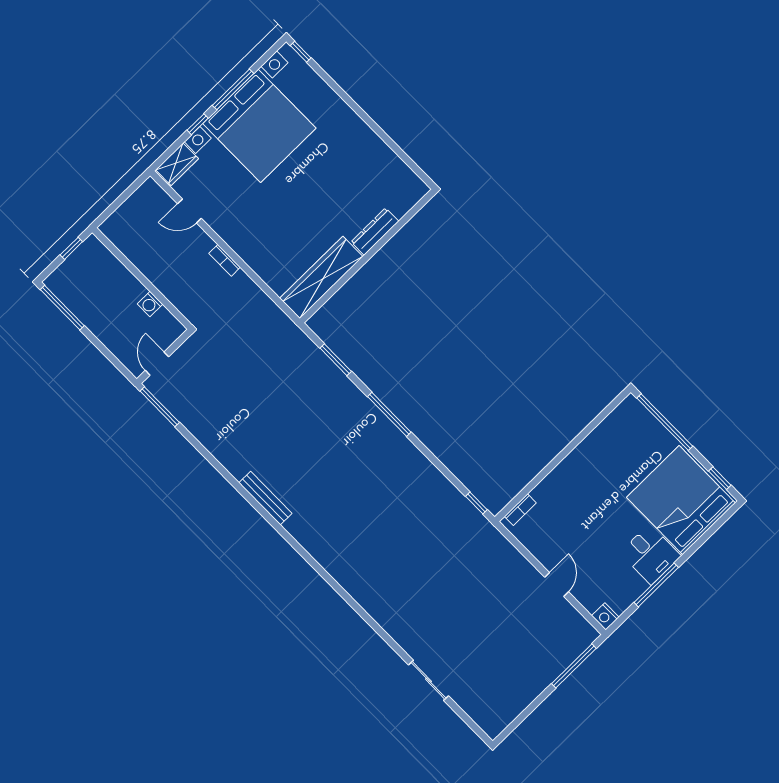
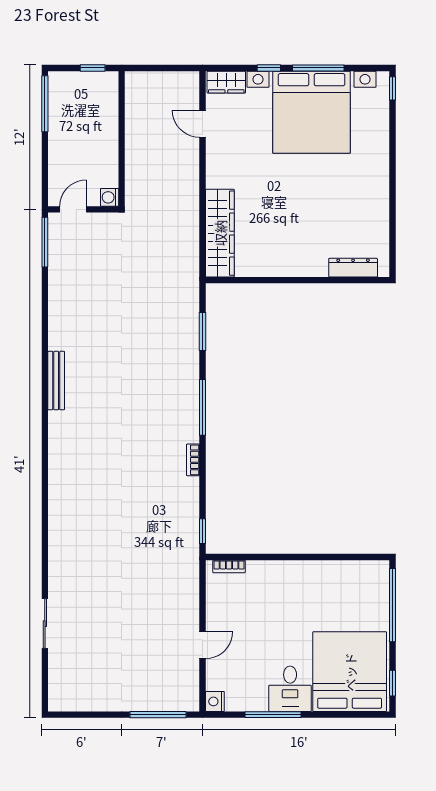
dresser: (375, 232) -> (353, 268), moved
bookcase: (225, 260) -> (193, 460), moved
wardrobe: (321, 277) -> (220, 233), moved, turned 90
washing machine: (150, 304) -> (110, 197), moved

